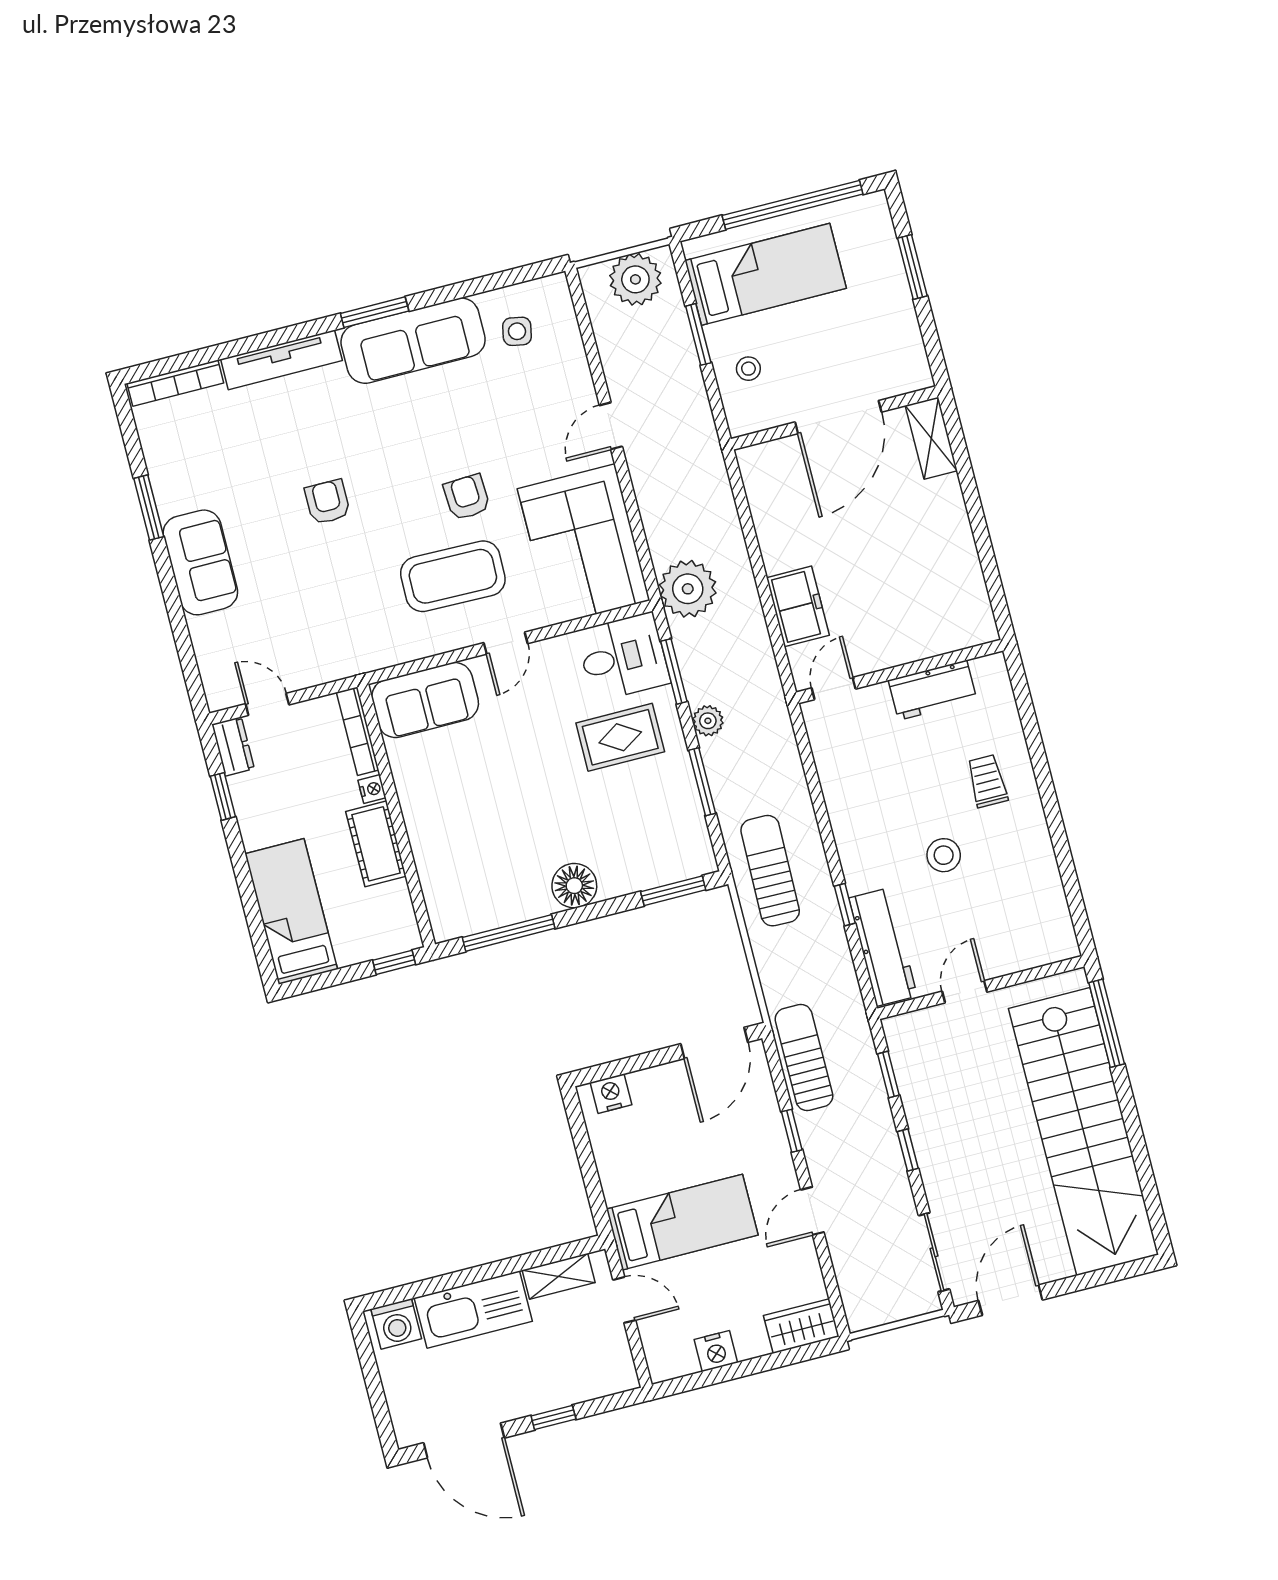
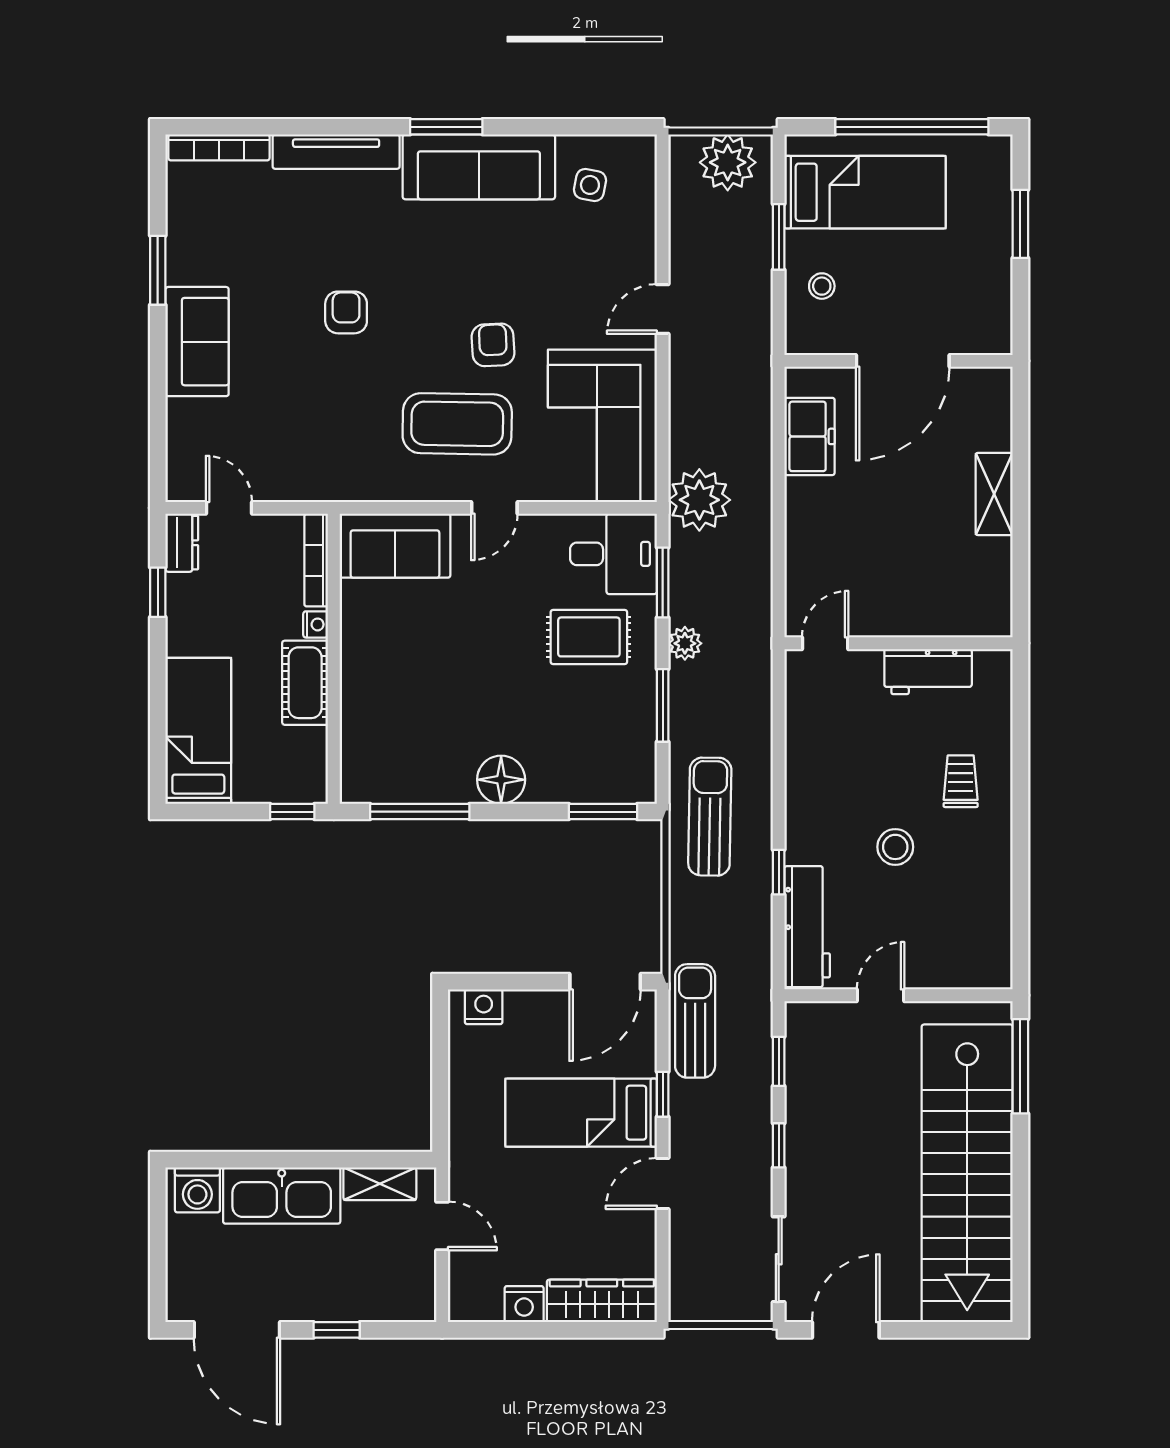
shelving: (931, 438) -> (994, 494), moved
freezer: (798, 606) -> (810, 436), moved
bed: (682, 1222) -> (581, 1113), moved, turned 180
wardrobe: (801, 1326) -> (602, 1301), width x1.50

